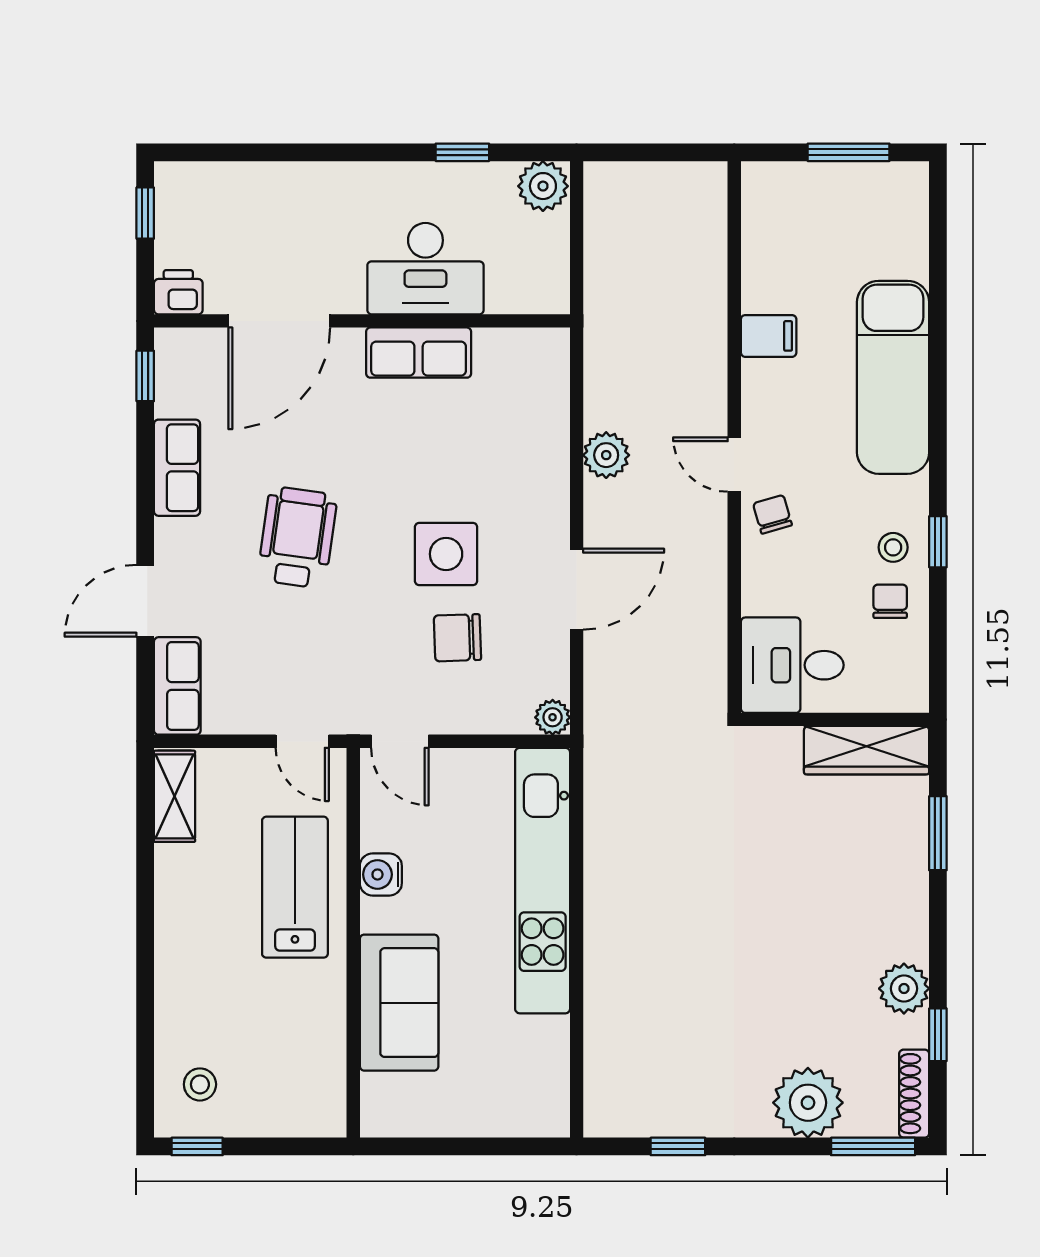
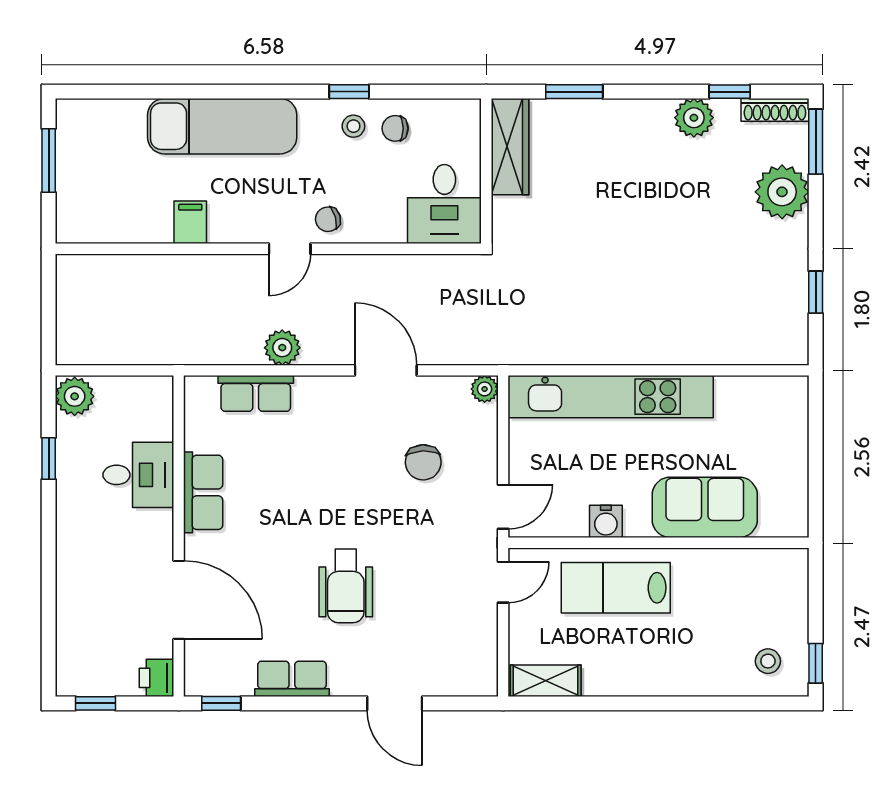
desk: (425, 269) -> (138, 475), width x0.73
wheelchair: (297, 537) -> (346, 586), turned -98
side table: (446, 554) -> (359, 471), removed
row of seats: (177, 686) -> (256, 393), moved, turned 180

